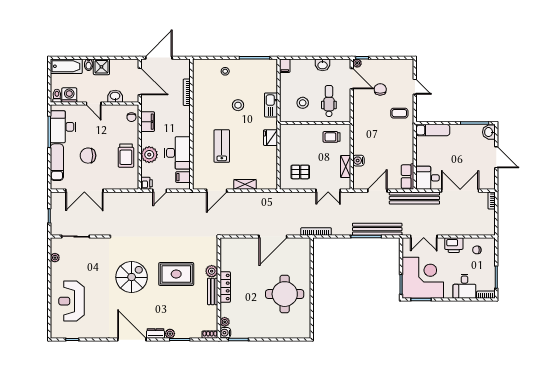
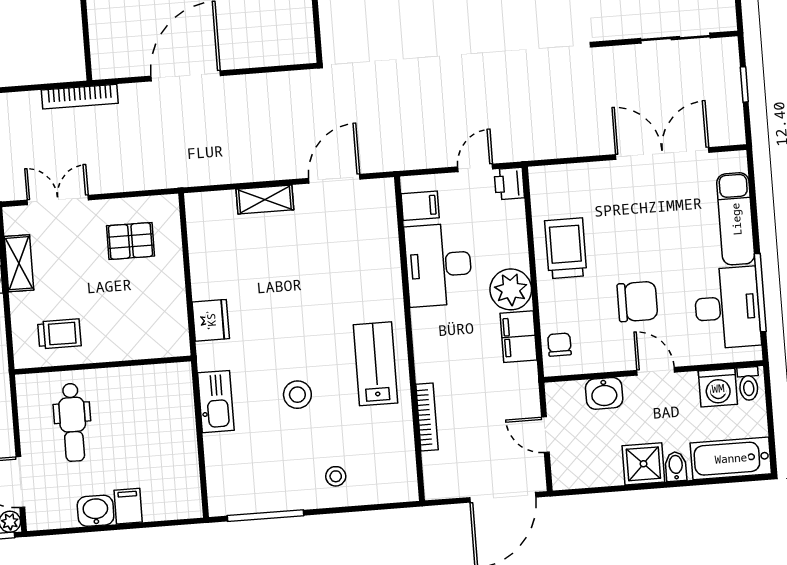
filing cabinet: (285, 66) -> (128, 506), moved
door: (140, 82) -> (545, 435), width x0.53
stool: (303, 103) -> (138, 413), removed
lab bench: (222, 146) -> (375, 364), moved, turned 180
plant: (149, 155) -> (511, 289), moved
chair: (88, 156) -> (637, 302), moved

